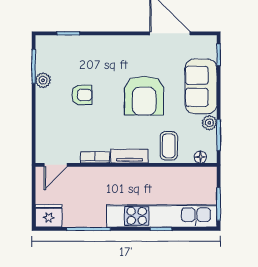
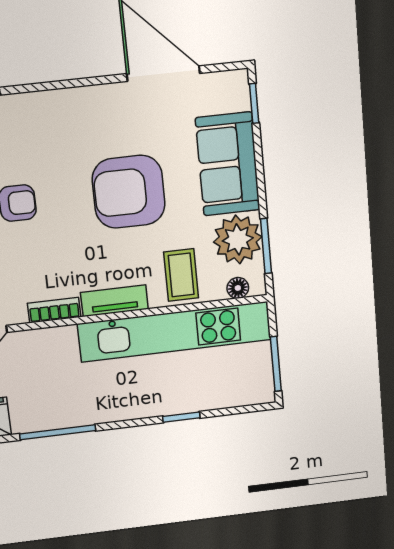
armchair: (144, 96) -> (129, 192), turned 90
plant: (209, 123) -> (238, 239), width x1.88, depth x1.88
kitchen unit: (162, 216) -> (175, 332), moved, turned 180

